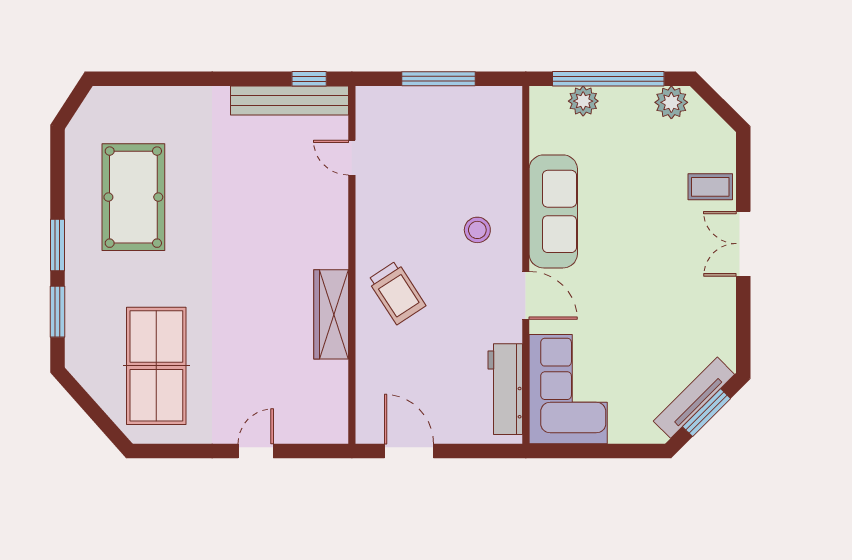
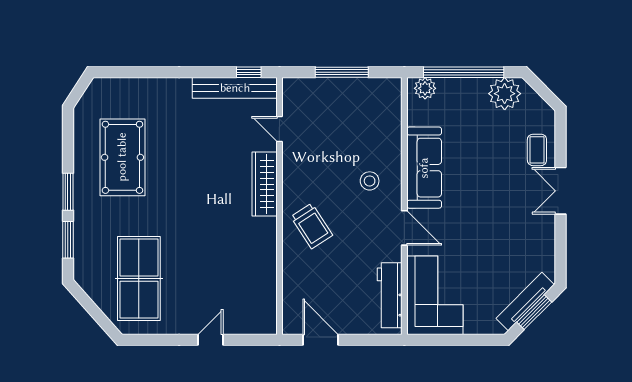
plant: (583, 101) -> (425, 88), moved
plant: (671, 102) -> (505, 94), width x1.36, depth x1.36
coffee table: (710, 187) -> (537, 150), turned 90
wardrobe: (331, 314) -> (265, 184), moved

